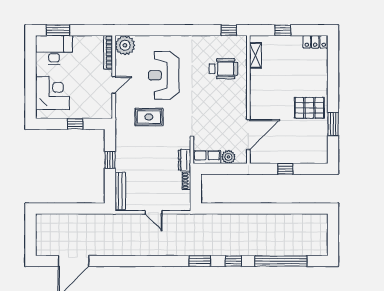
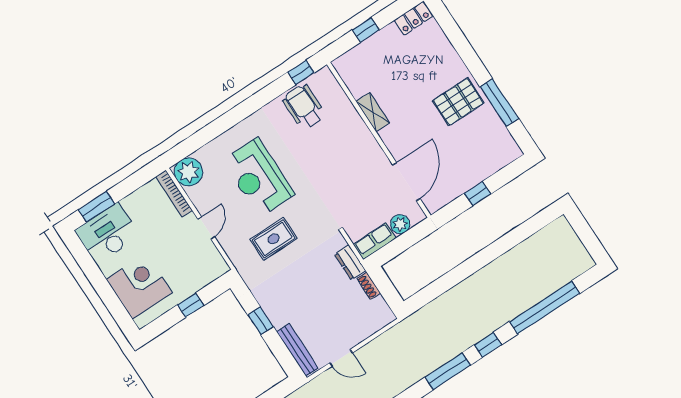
shelving: (255, 55) -> (373, 112), moved
wheelchair: (223, 69) -> (304, 107), moved, turned -91
window: (333, 124) -> (499, 103), width x1.44
door: (153, 212) -> (341, 358), moved
window: (200, 261) -> (448, 371), width x1.44

